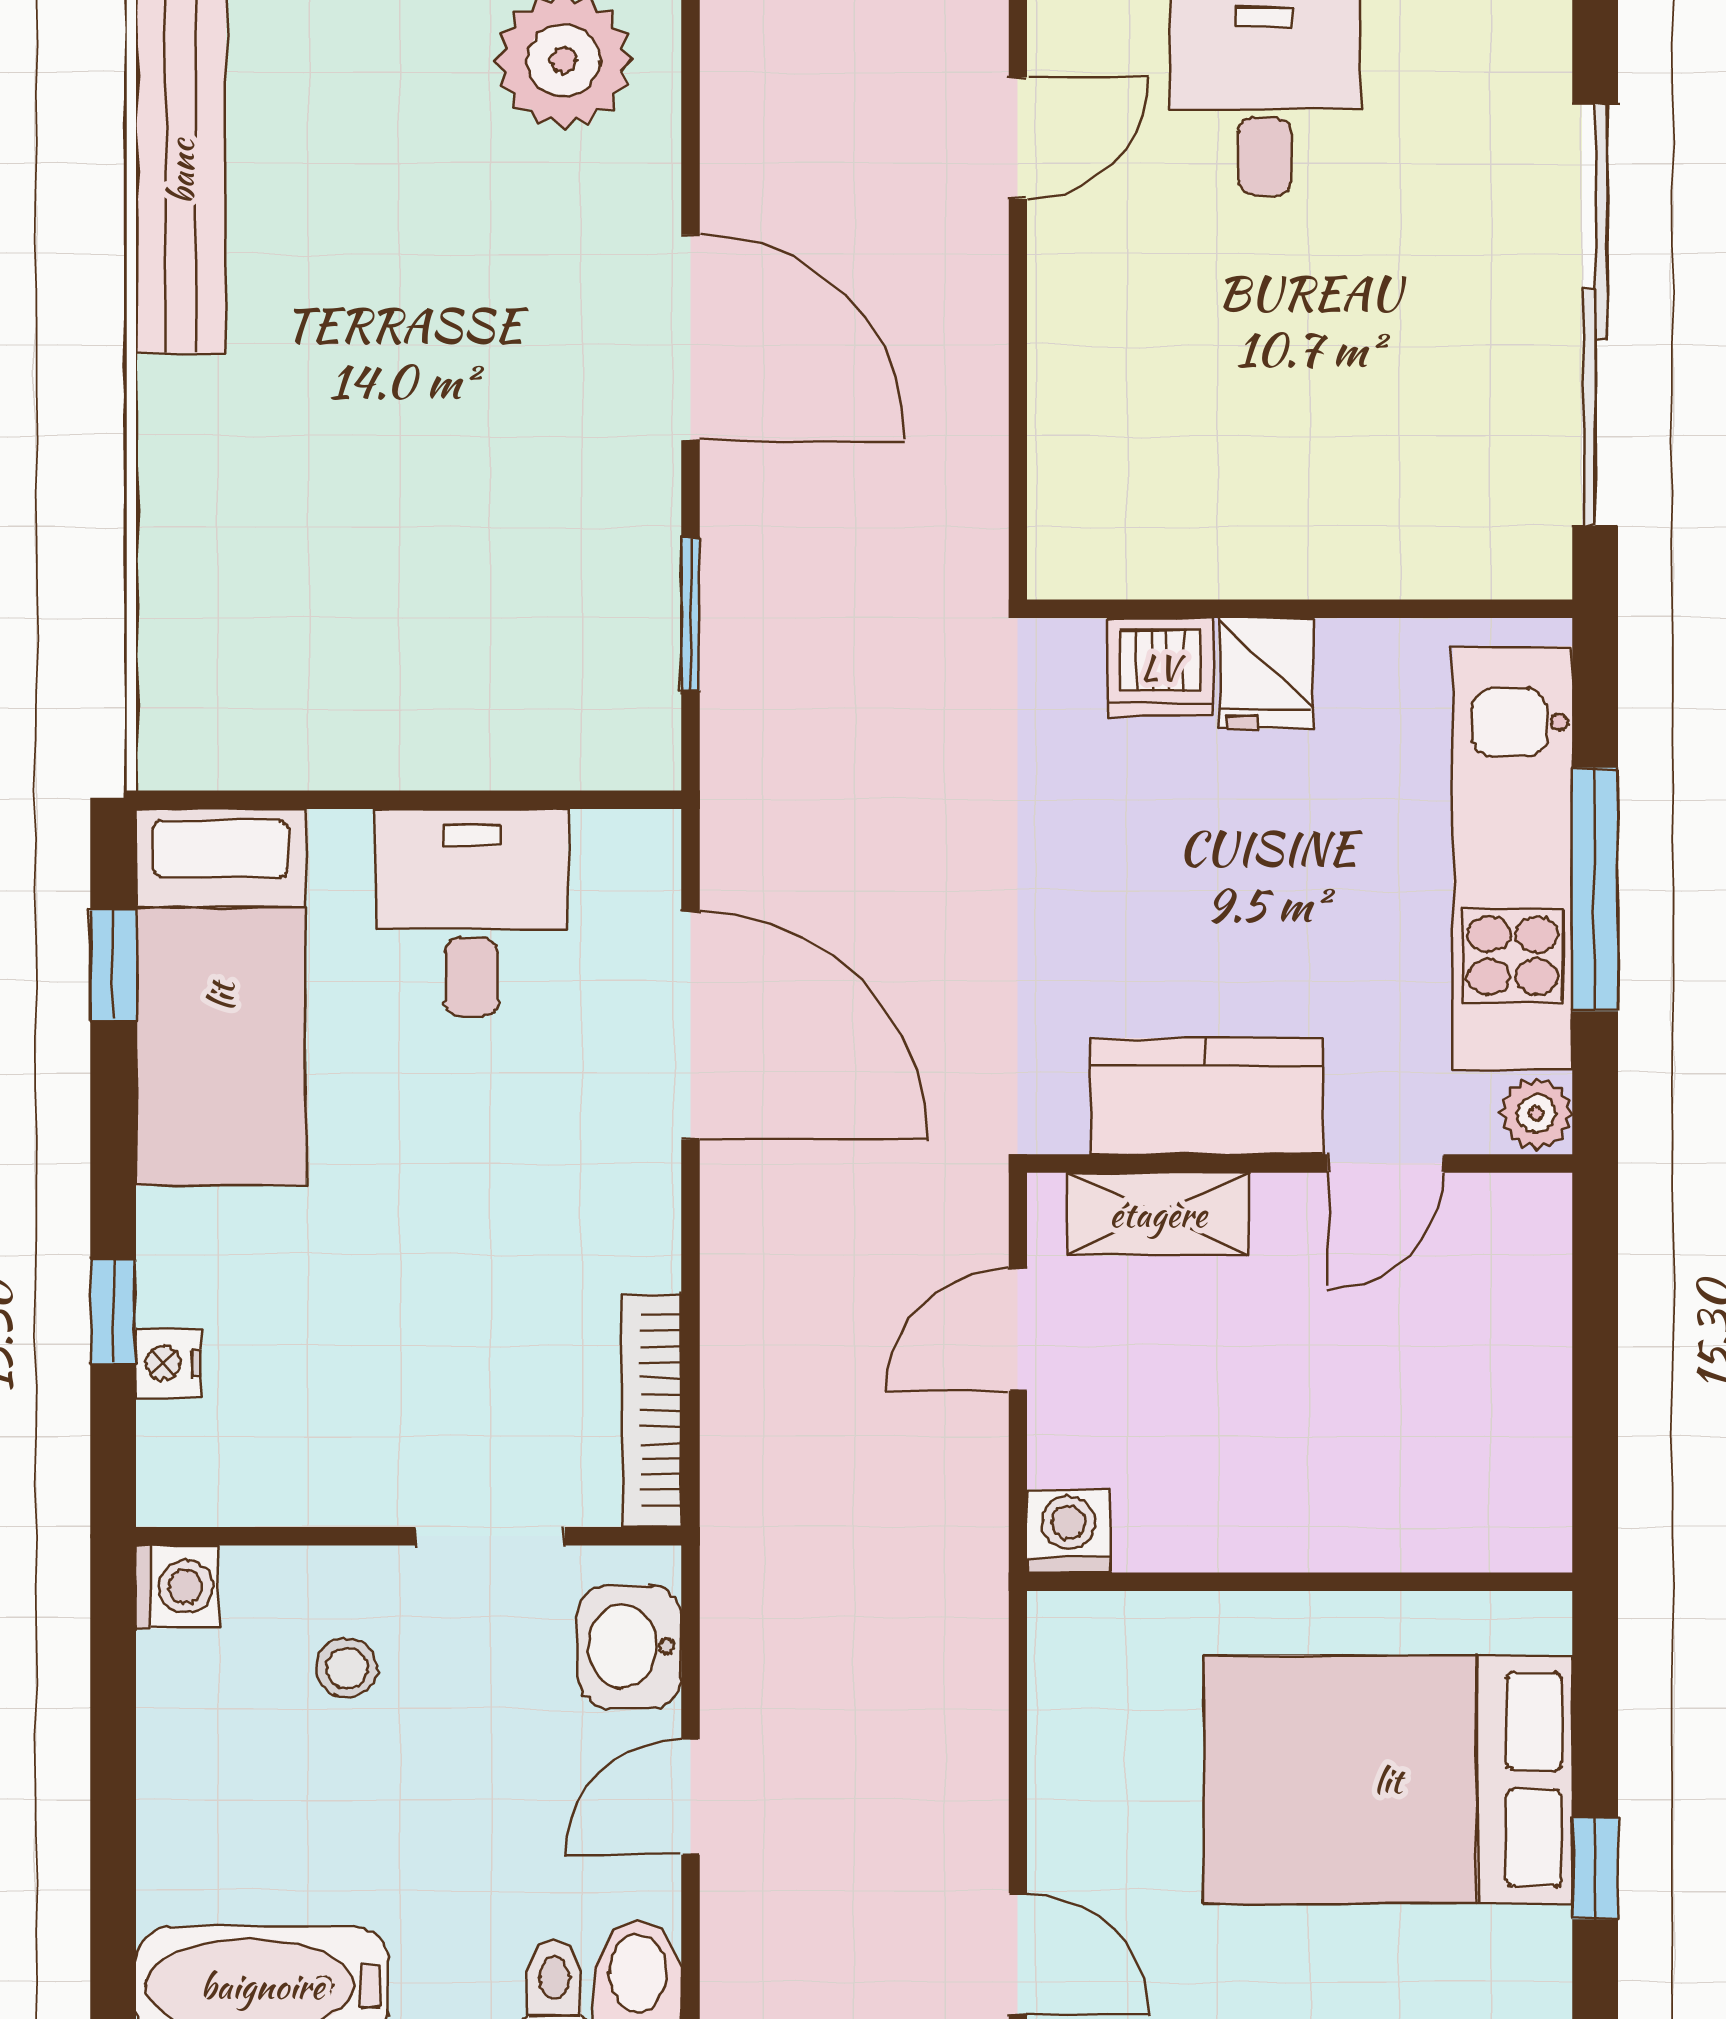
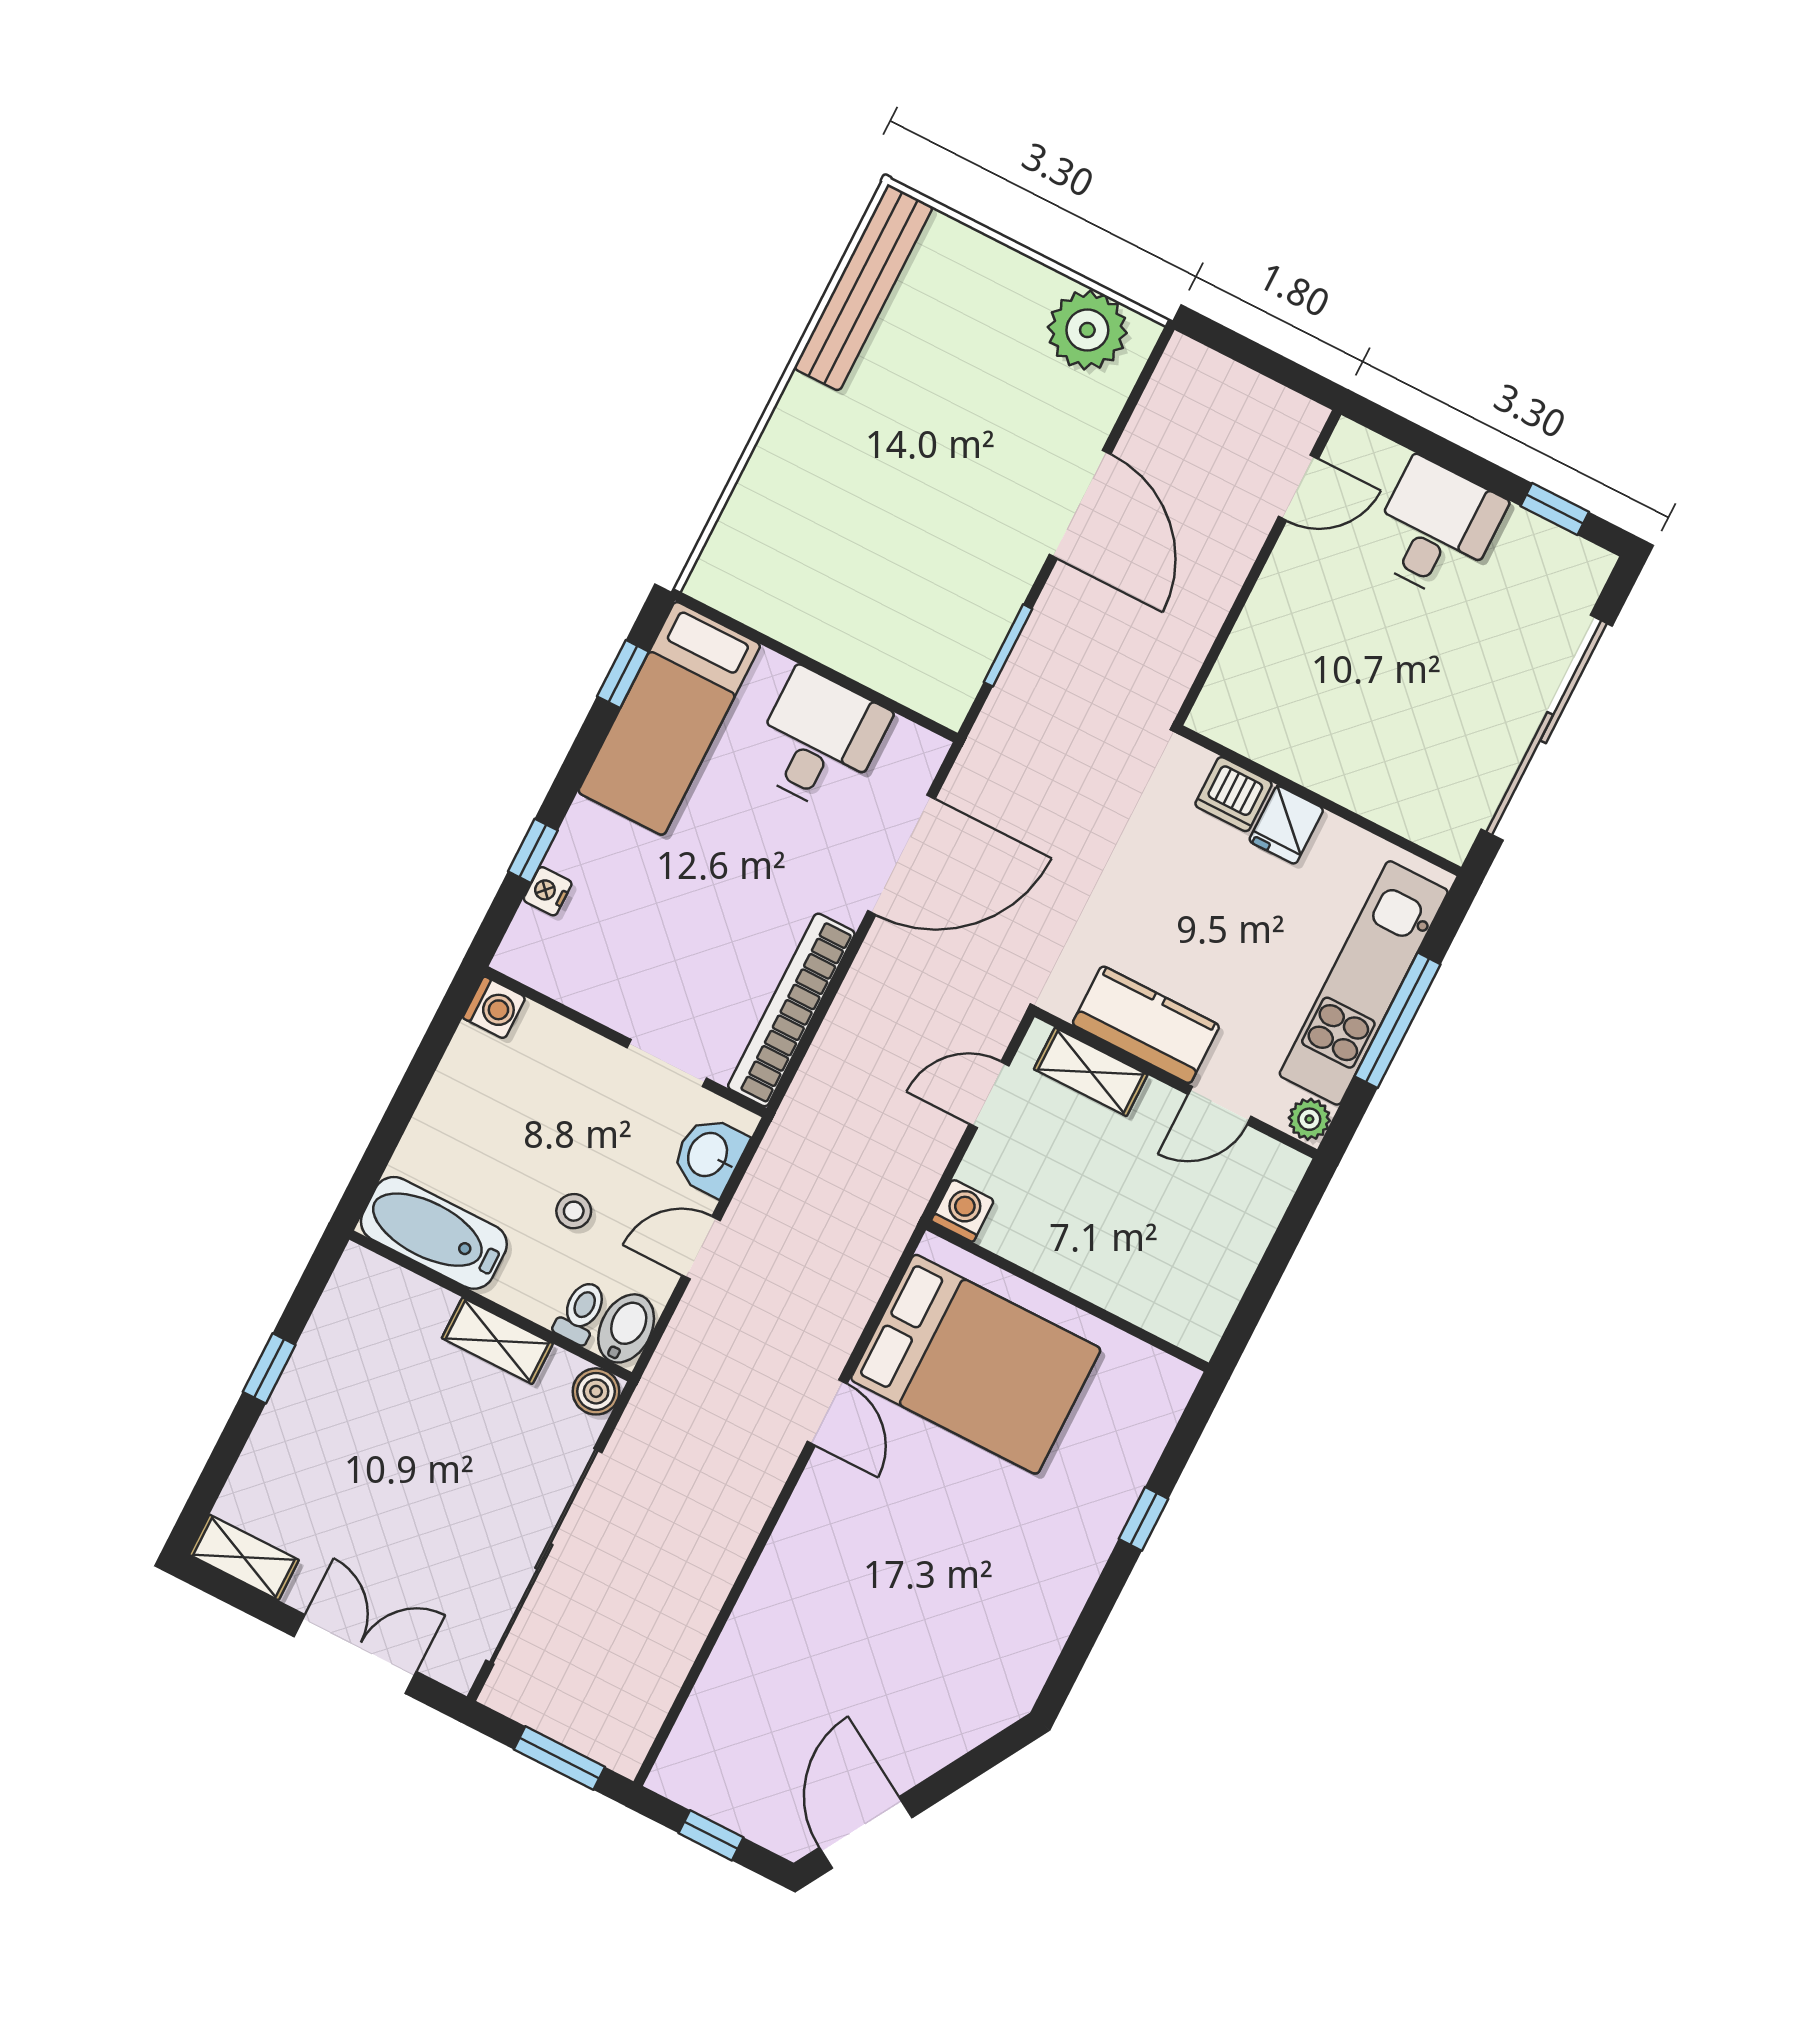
door: (691, 1025) -> (901, 855), hinge flipped
bookcase: (652, 1411) -> (791, 1010), width x1.48, depth x1.31
stool: (347, 1668) -> (574, 1211), moved
bed: (1388, 1780) -> (976, 1364), moved, turned 180

